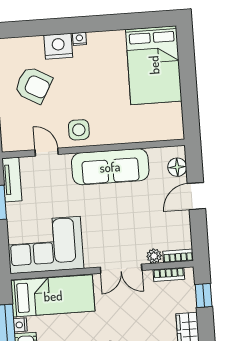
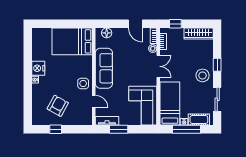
nightstand: (58, 46) -> (38, 68), moved
bed: (154, 65) -> (72, 41), moved, turned 180
door: (47, 152) -> (94, 101), swing flipped
door: (196, 196) -> (135, 24), moved

